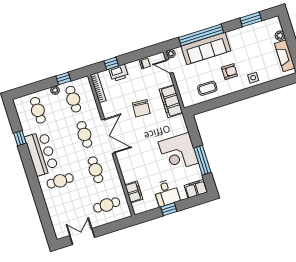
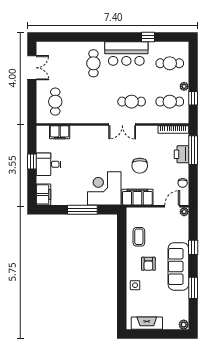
window: (251, 19) -> (193, 288), moved
window: (201, 35) -> (193, 247), width x0.32
plant: (280, 36) -> (184, 325), moved
sofa: (206, 49) -> (178, 266), moved
window: (111, 63) -> (193, 150), width x2.17
chair: (141, 108) -> (140, 166), turned -94
double door: (108, 136) -> (122, 124), width x0.73
corner desk: (178, 152) -> (104, 188), moved
window: (202, 160) -> (82, 210), moved
cafe table: (96, 170) -> (93, 102), removed

